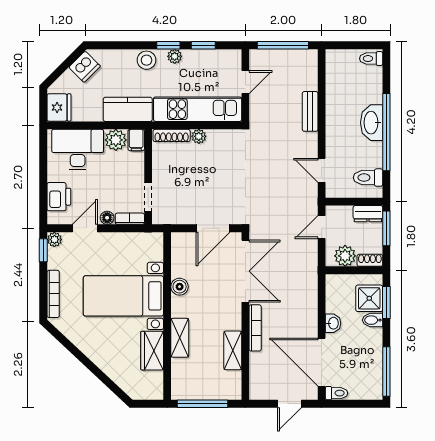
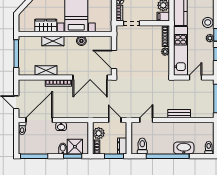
door: (245, 82) -> (196, 78), swing flipped
washbasin: (372, 123) -> (184, 148), moved

